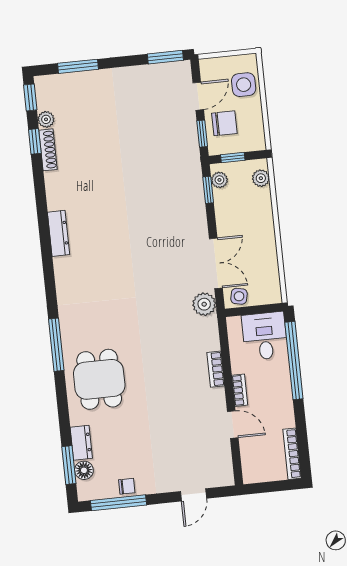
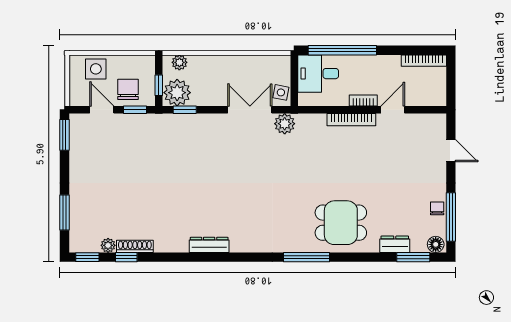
plant: (219, 180) -> (177, 93), width x1.88, depth x1.88
bookcase: (216, 369) -> (351, 120), width x1.56
floor lamp: (84, 470) -> (436, 244), moved

